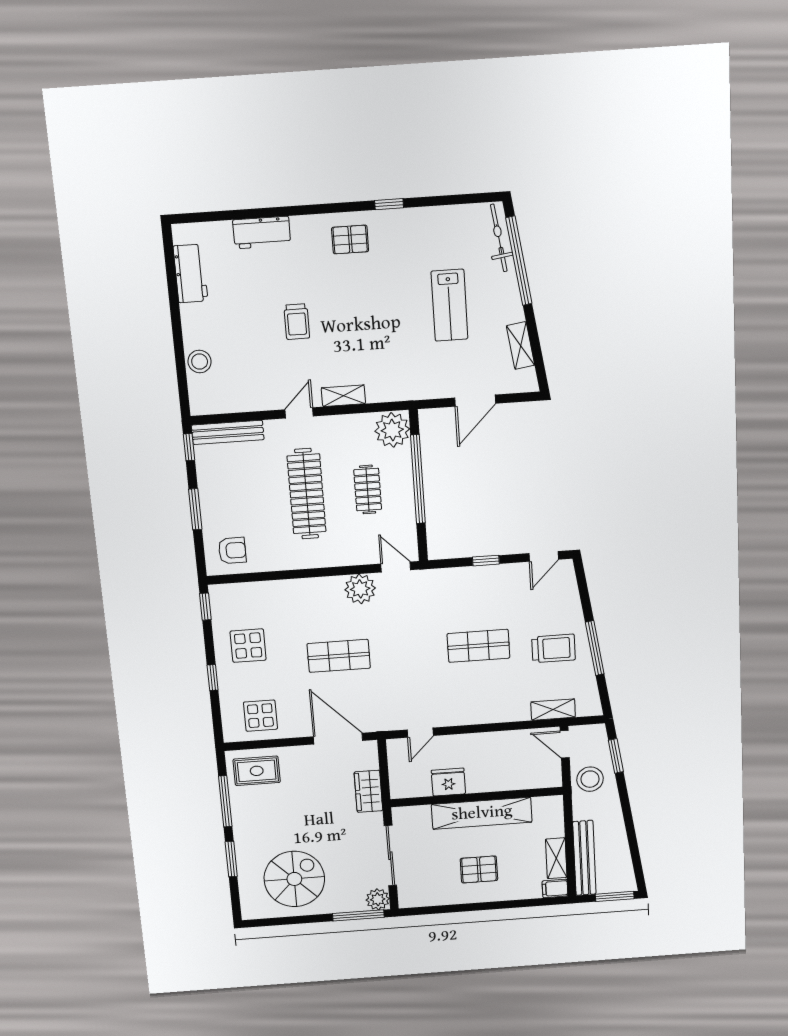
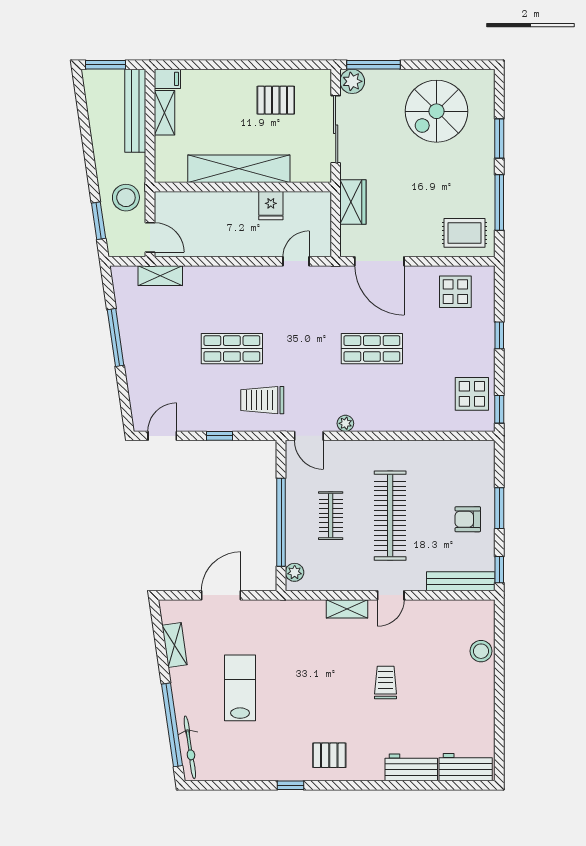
workbench: (191, 273) -> (466, 767), moved, turned 90
plant: (392, 430) -> (295, 572), width x0.53, depth x0.53
armchair: (232, 550) -> (468, 519), moved
plant: (360, 589) -> (345, 423), width x0.53, depth x0.53
display table: (248, 646) -> (472, 394), moved
trolley: (554, 648) -> (262, 400), moved
fridge: (448, 782) -> (271, 206), width x0.72
pallet: (479, 869) -> (276, 100), moved

